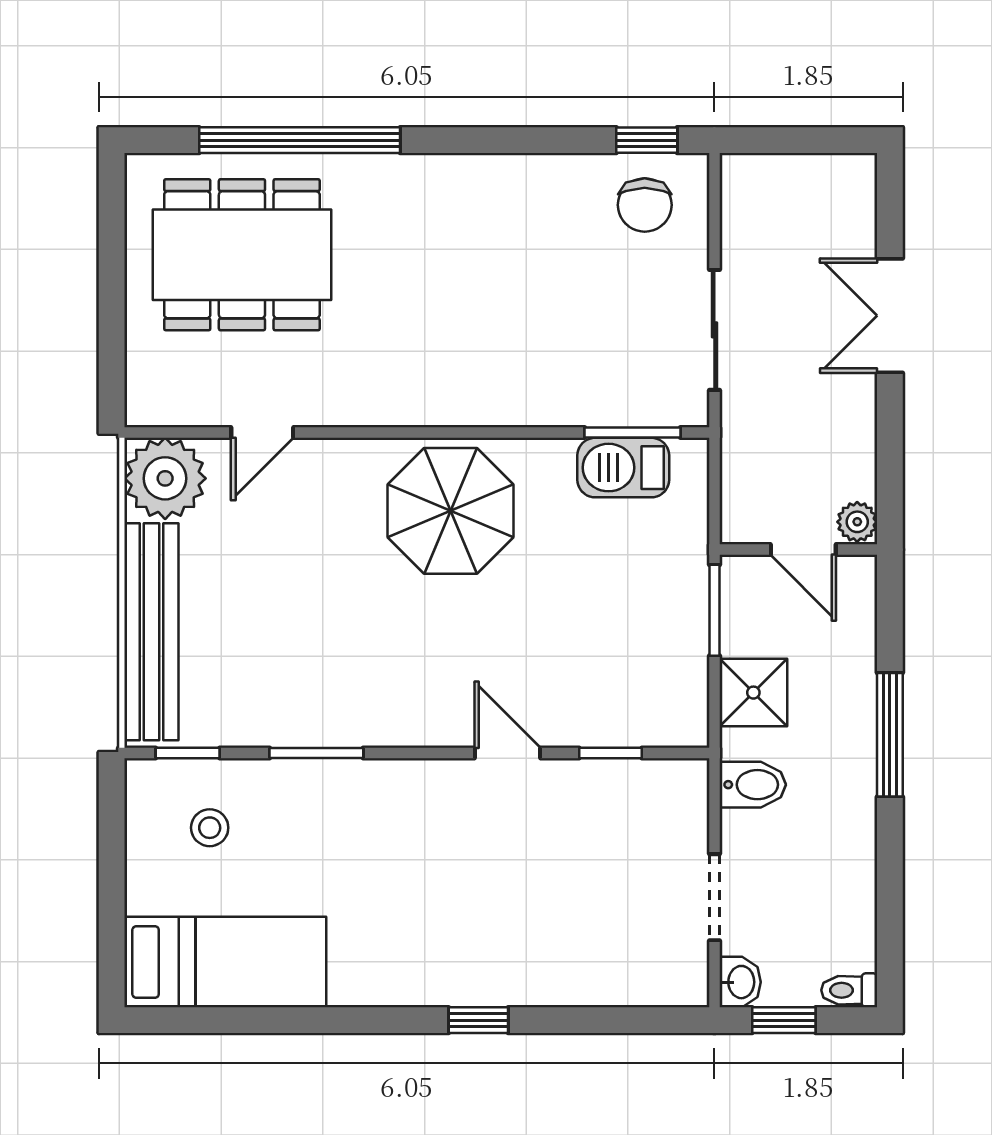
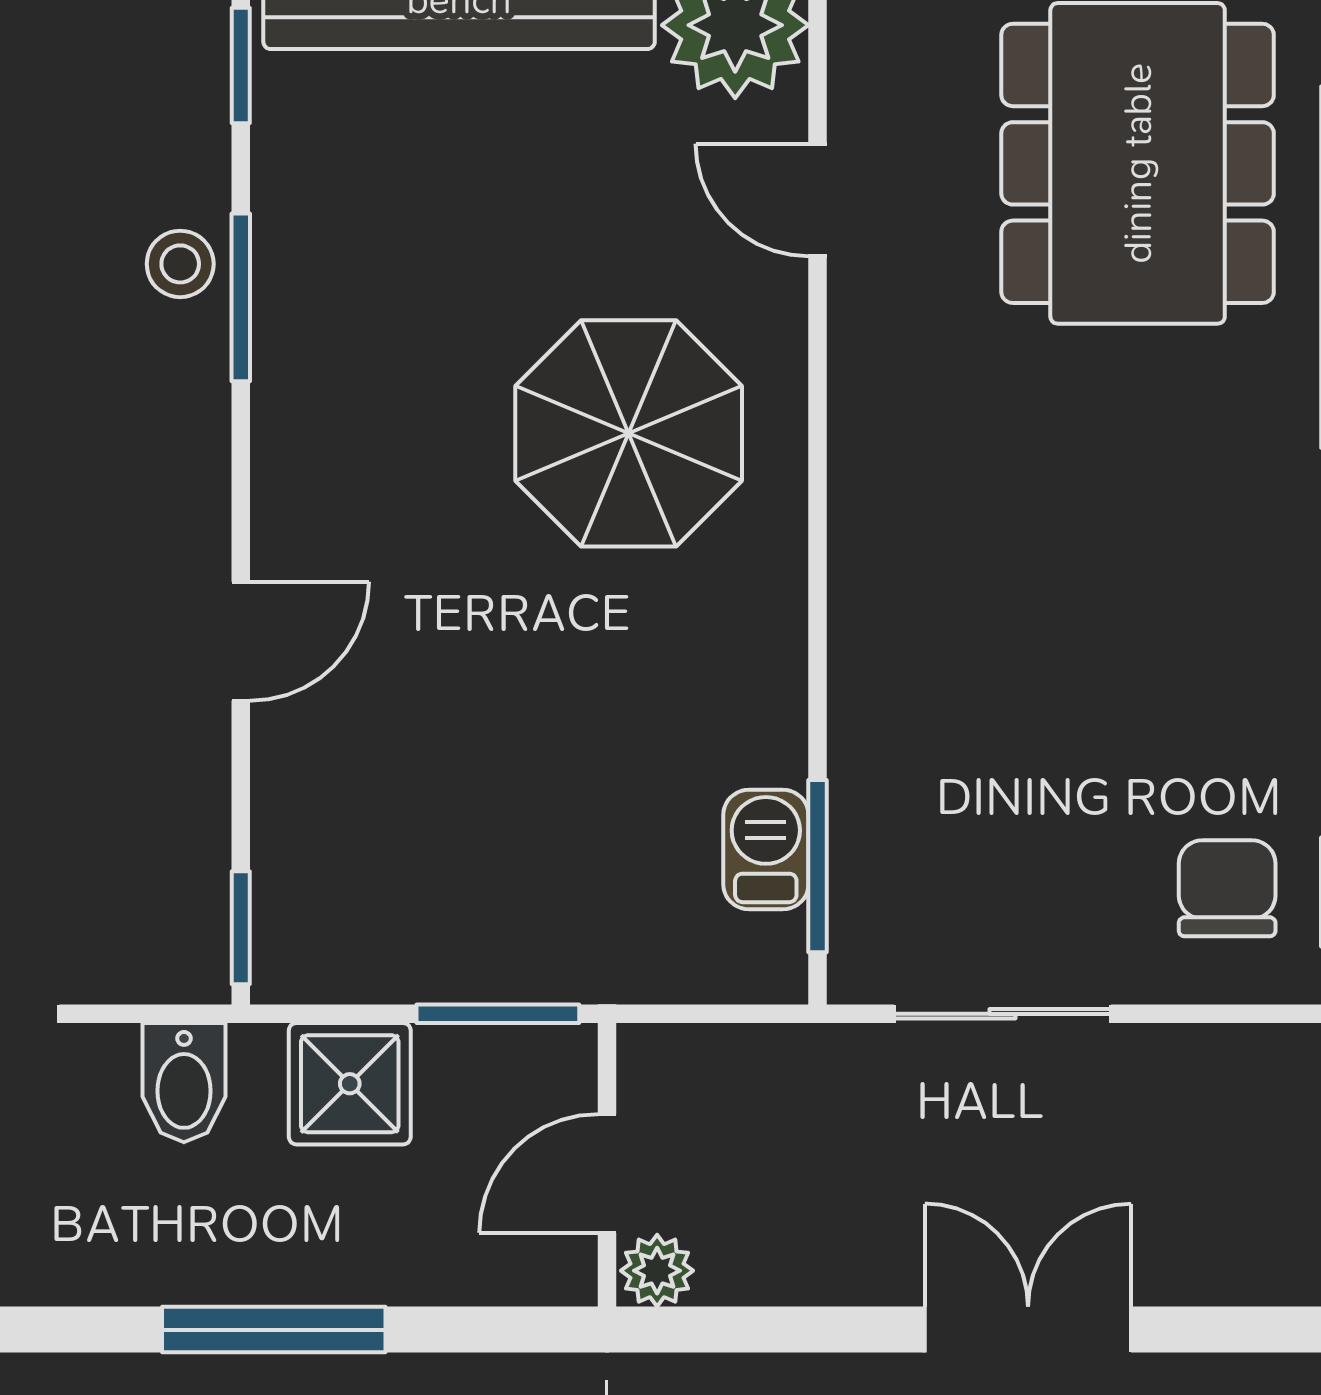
chair: (645, 205) -> (1227, 888), turned 90
barbecue: (623, 468) -> (766, 850), width x0.73, depth x0.79
parasol: (450, 511) -> (629, 433), moved
window: (610, 753) -> (241, 928), moved
stool: (210, 828) -> (180, 264), moved

